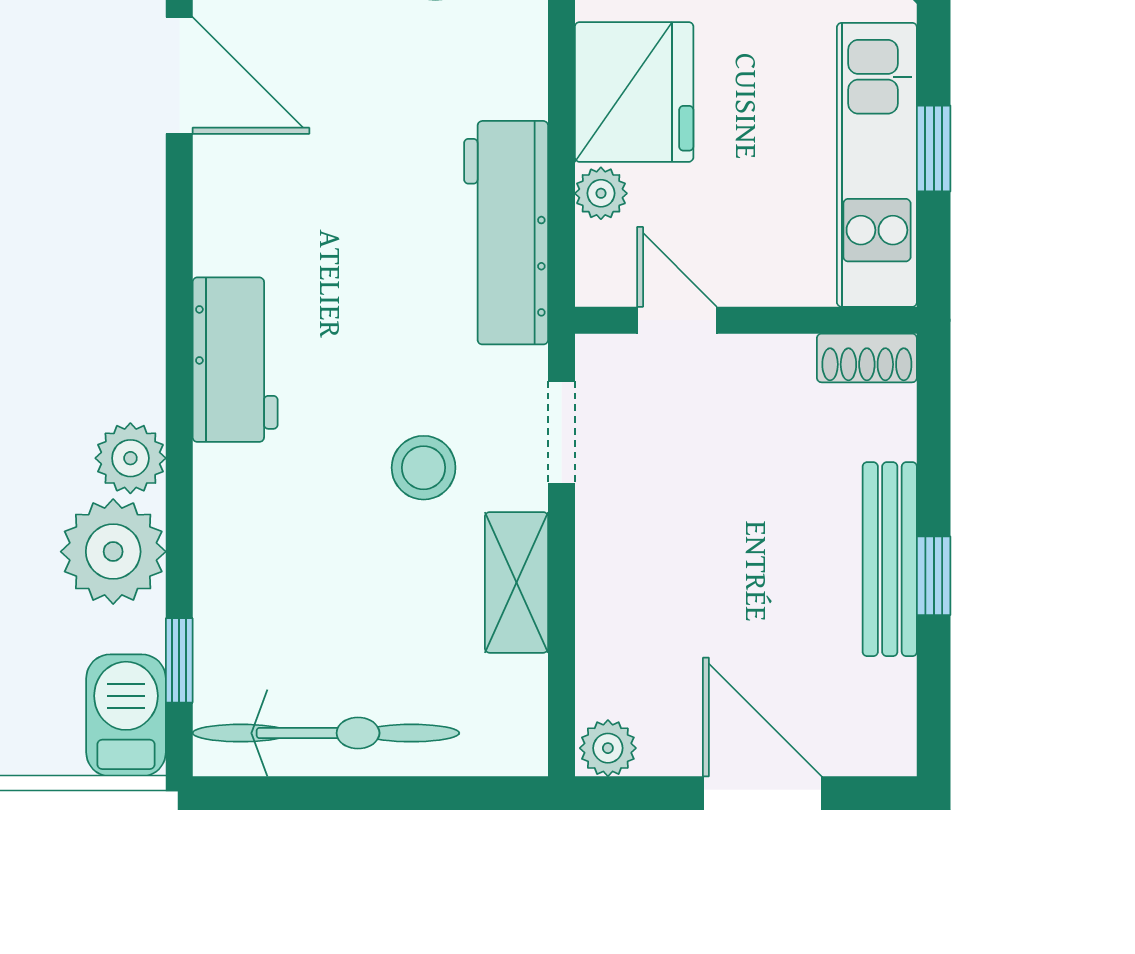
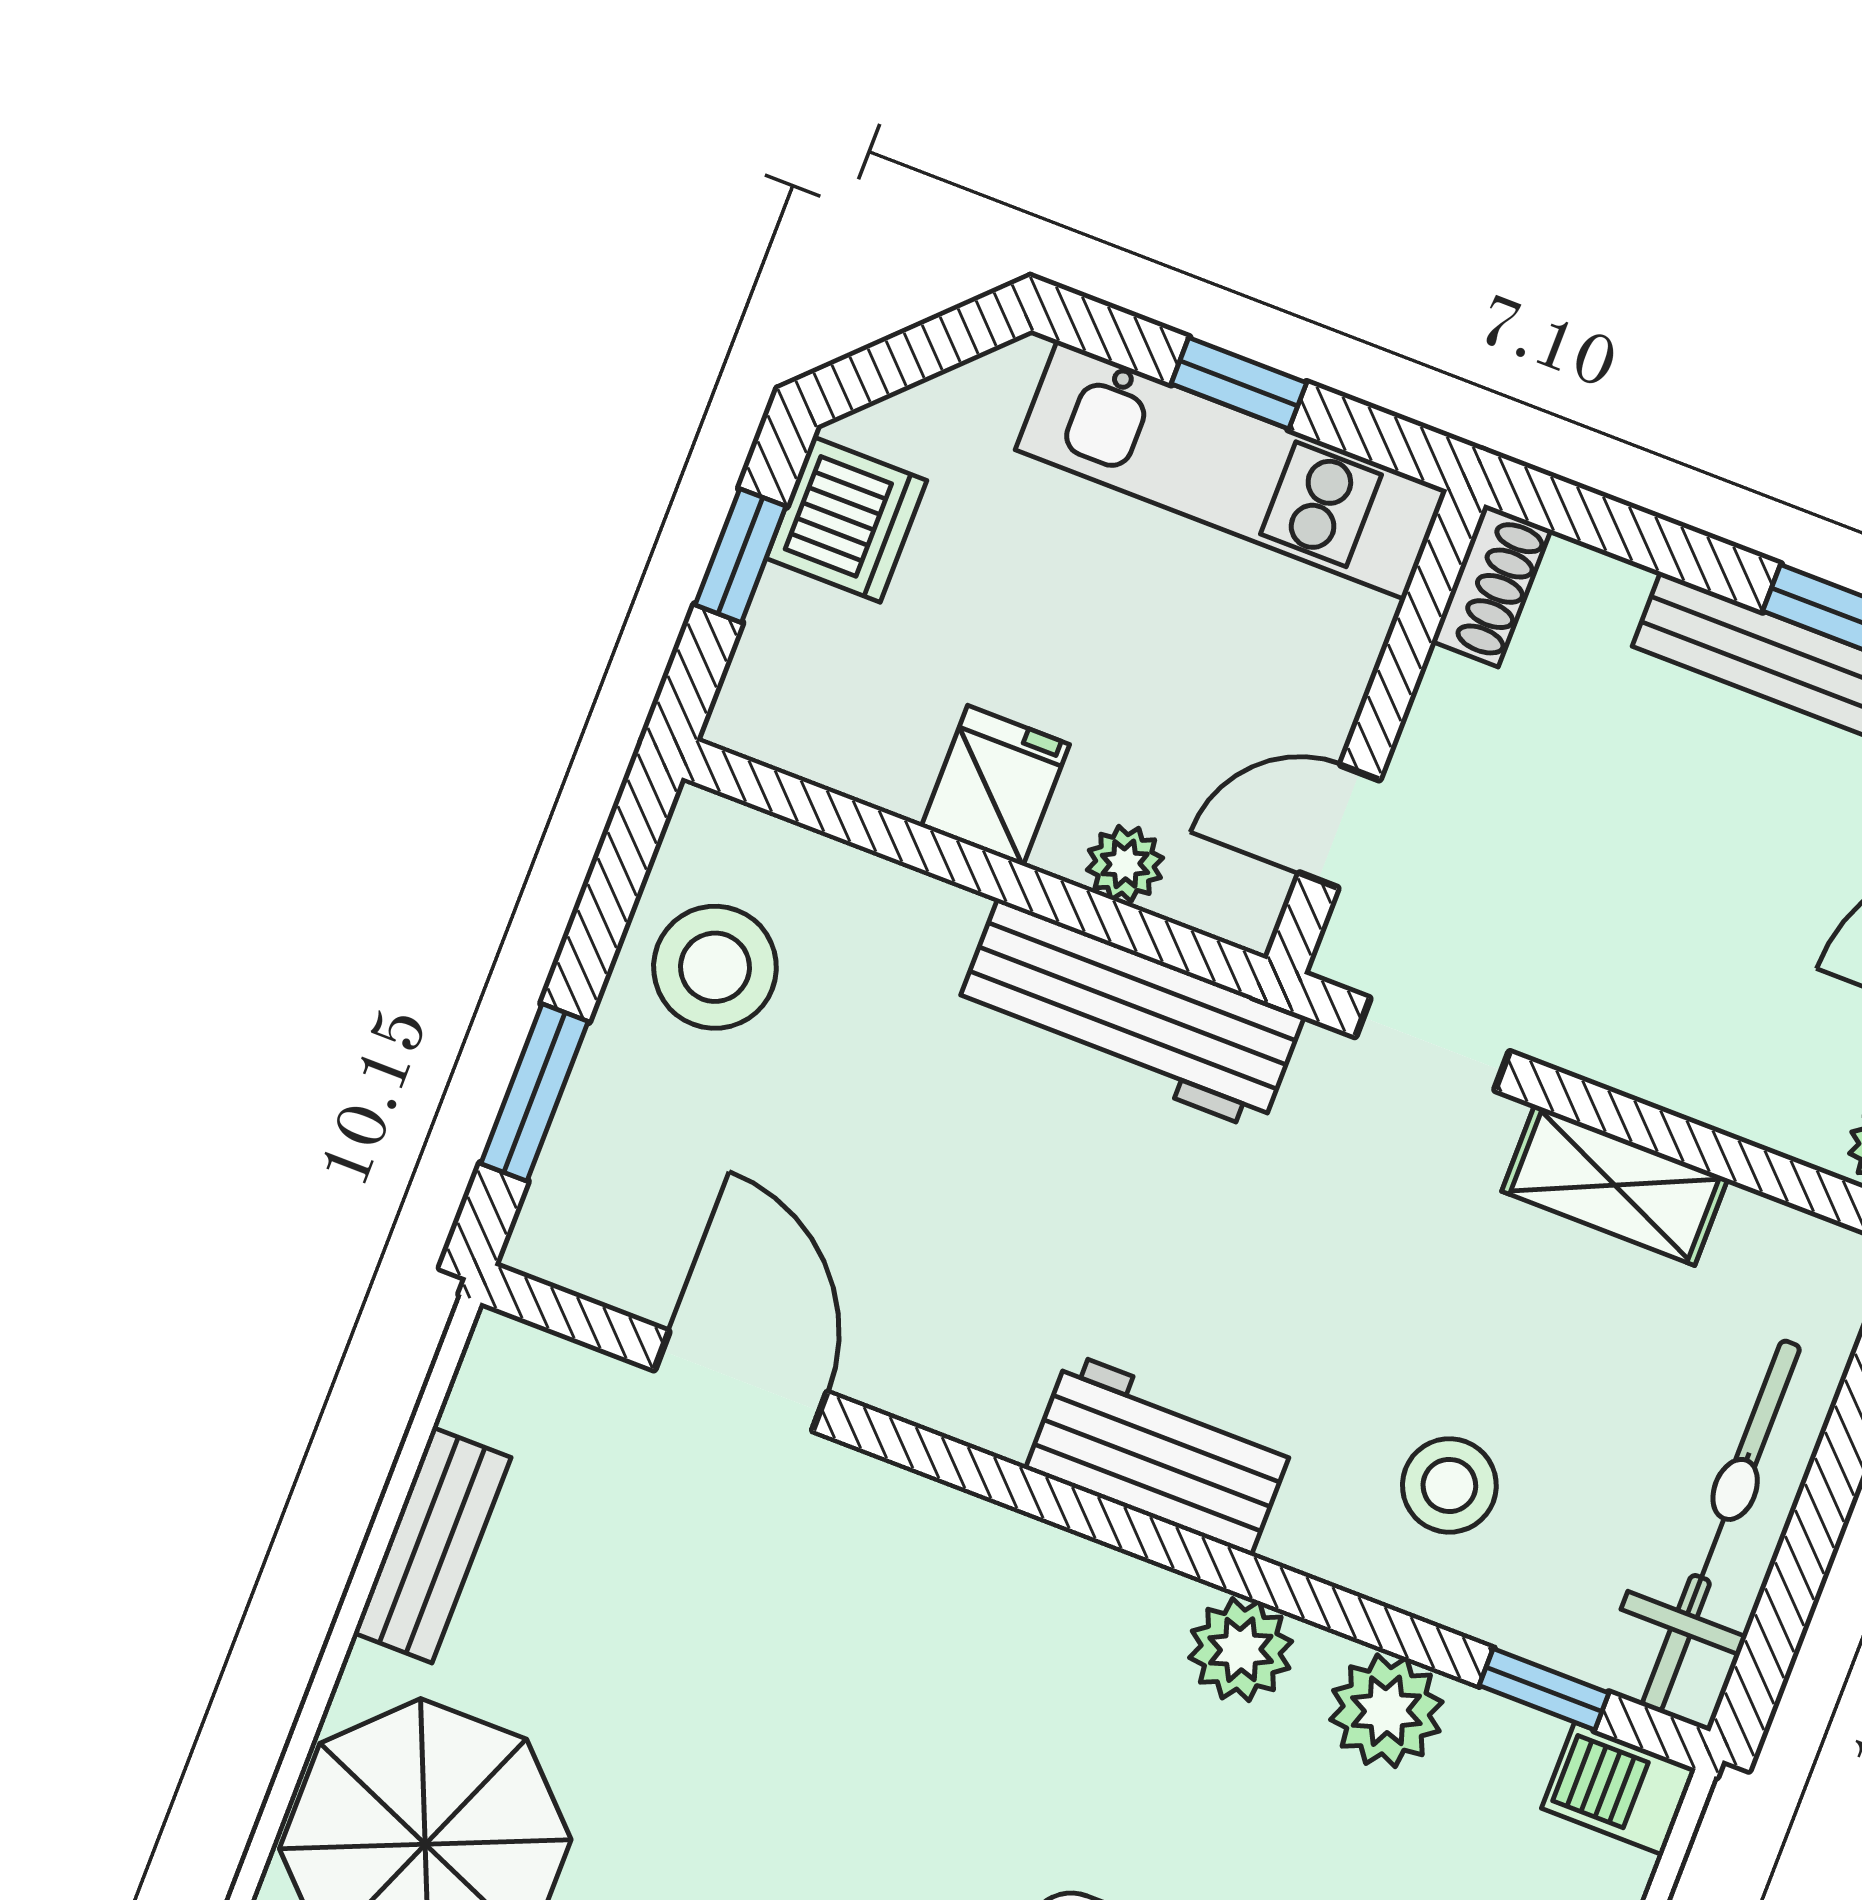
door: (179, 75) -> (741, 1381), hinge flipped
fridge: (634, 92) -> (995, 785), width x0.53, depth x0.75
stool: (424, 468) -> (1449, 1485), moved
plant: (113, 552) -> (1386, 1711), width x0.73, depth x0.73
barbecue: (126, 715) -> (1619, 1789), width x0.73, depth x0.79

